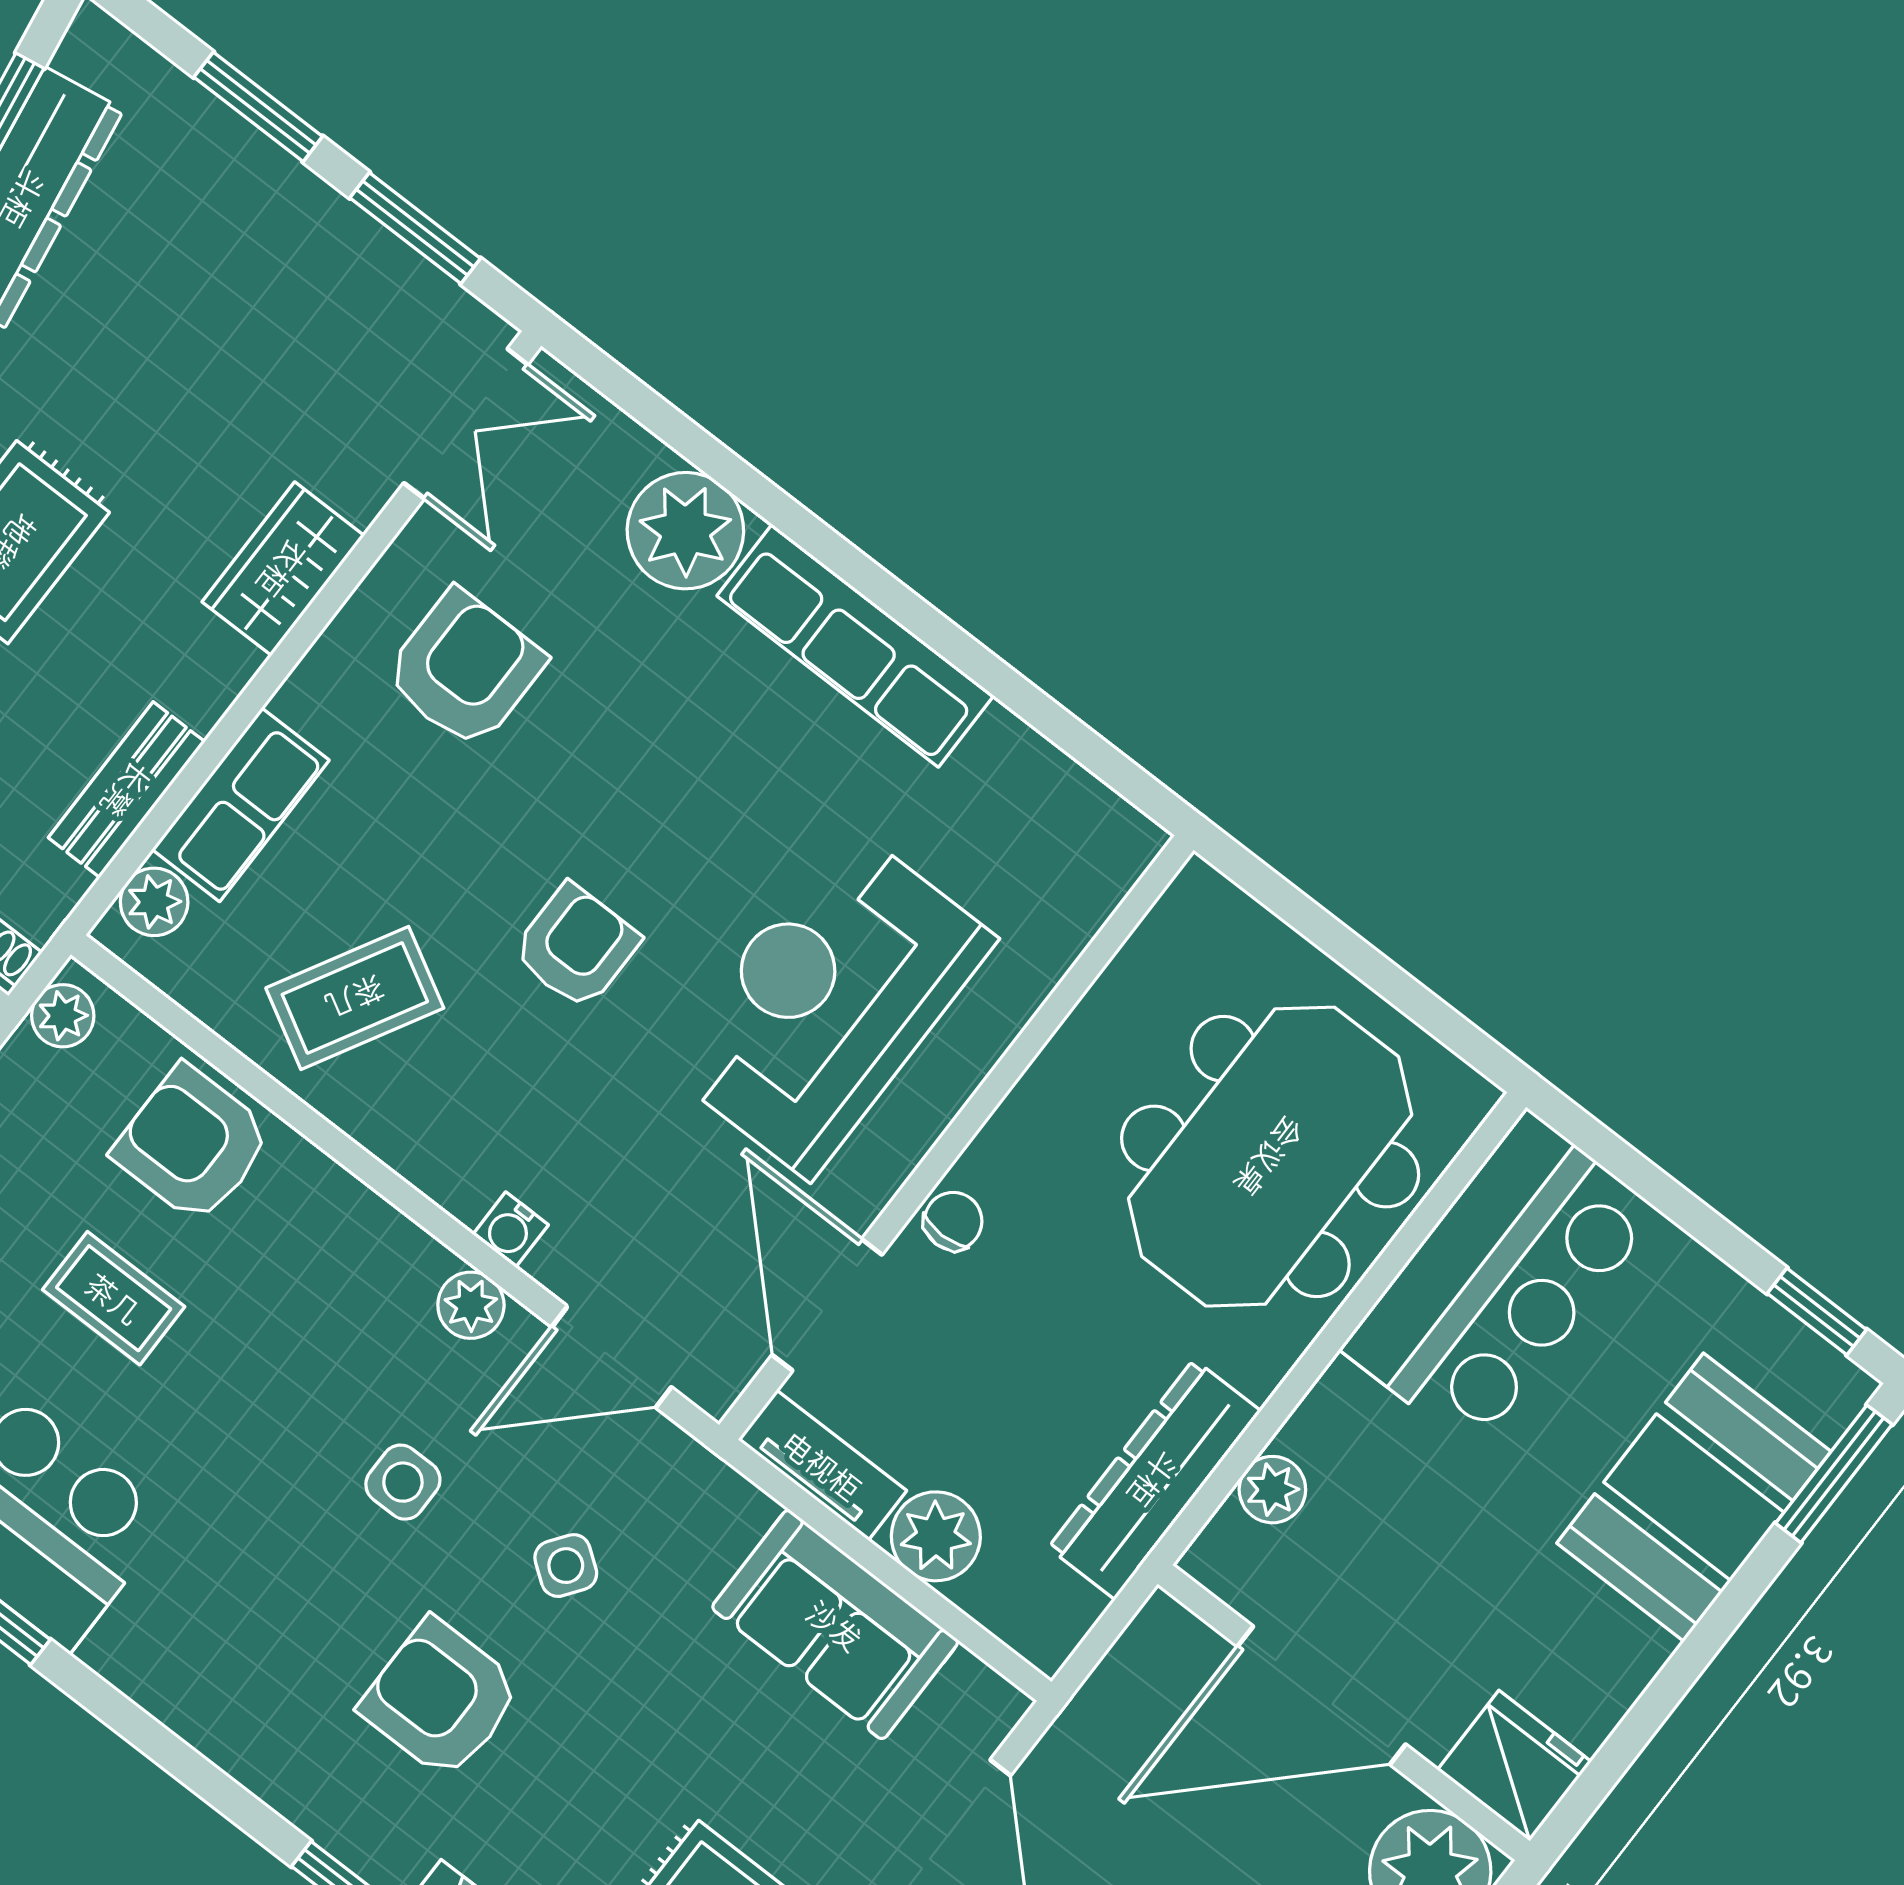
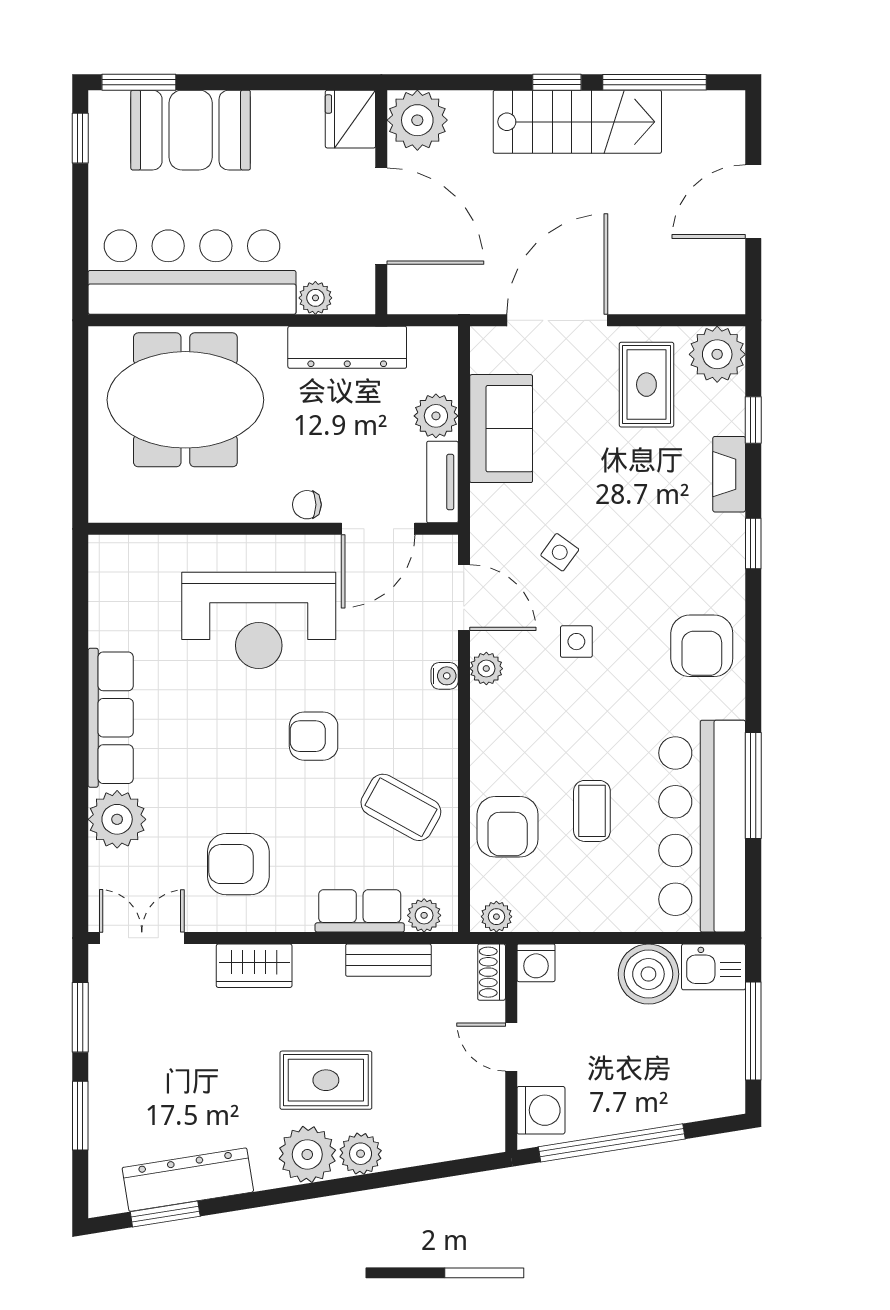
bar counter: (1500, 1280) -> (192, 272), width x1.36
armchair: (441, 1699) -> (702, 646), moved

